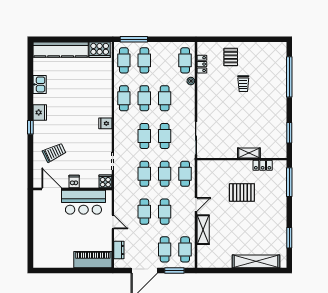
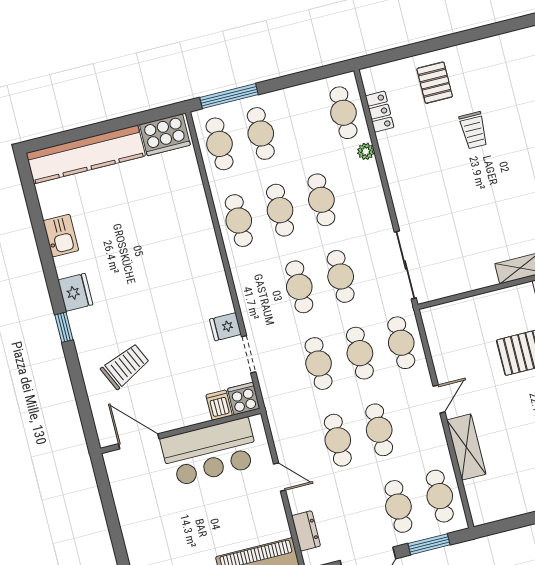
fridge: (105, 123) -> (225, 327), moved
dishwasher: (74, 182) -> (219, 405), moved

